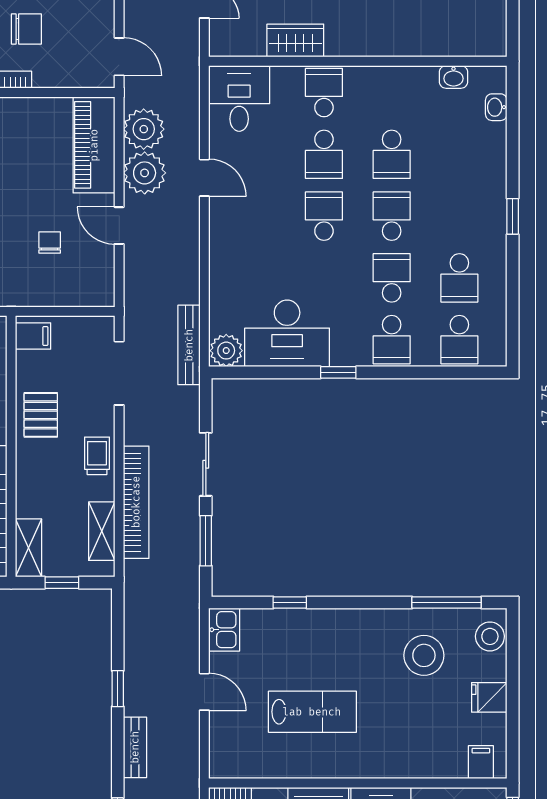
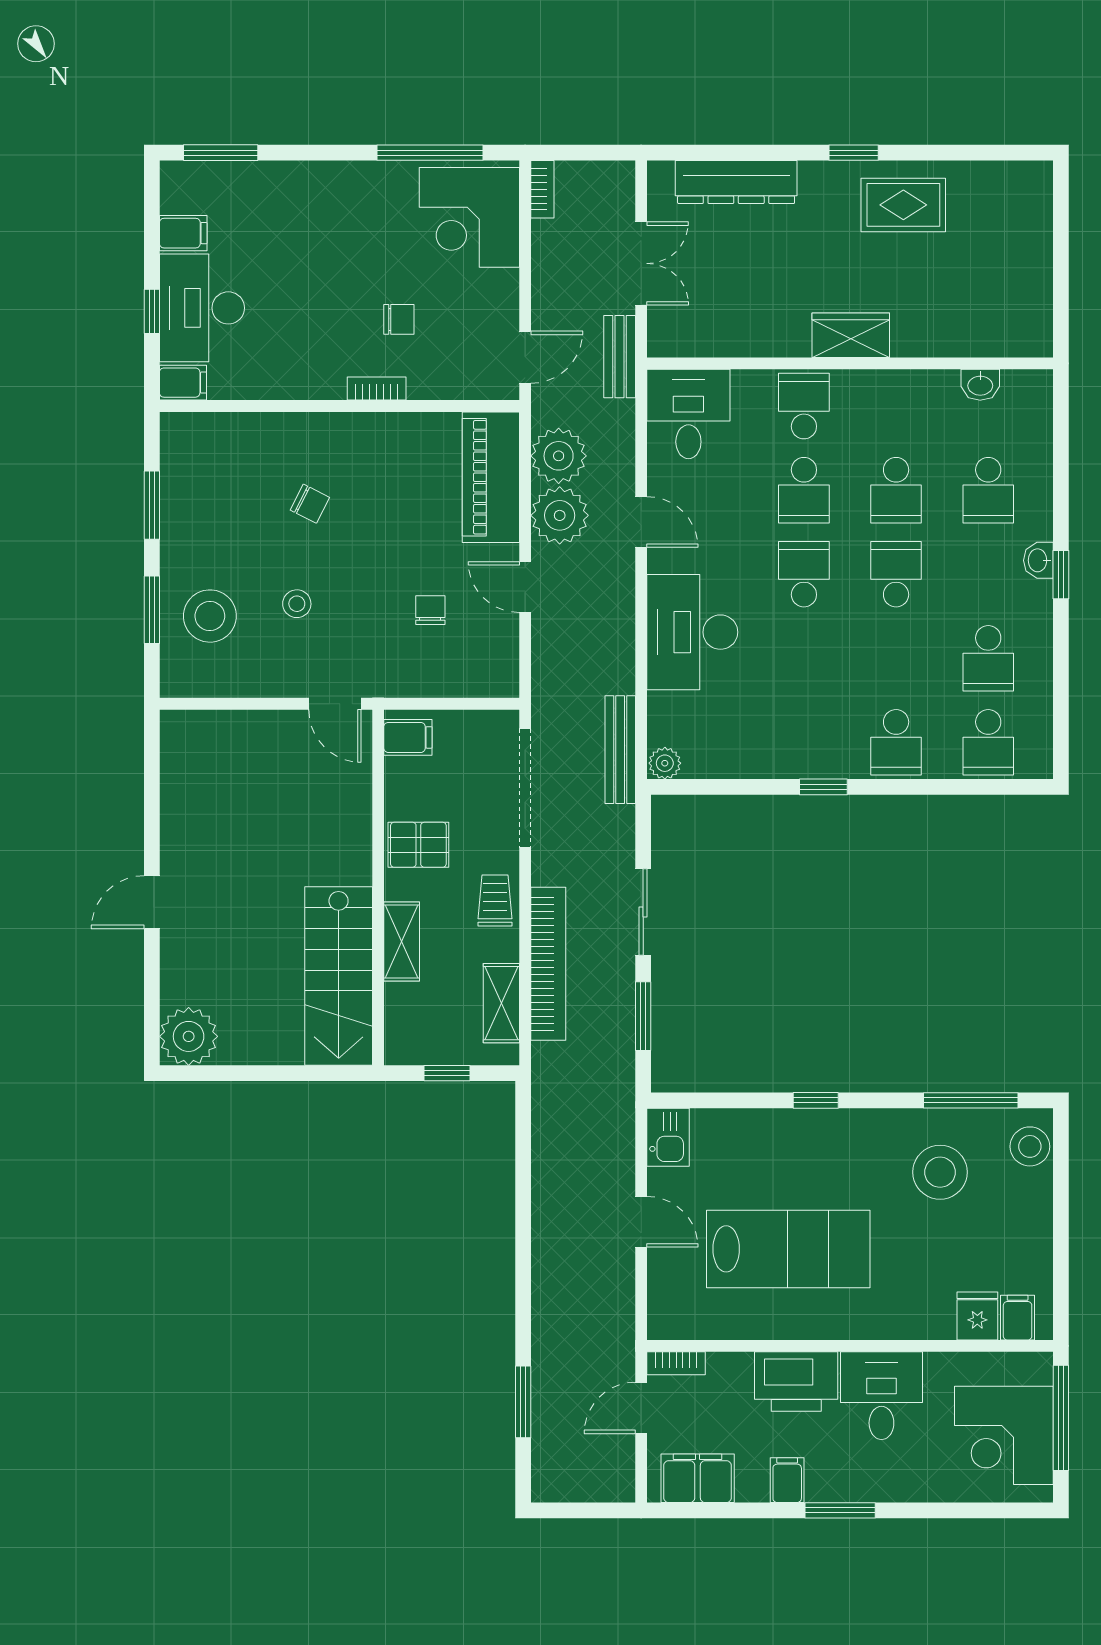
chair: (26, 29) -> (399, 319), width x0.73, depth x0.73
wardrobe: (295, 41) -> (851, 335), moved
door: (119, 57) -> (525, 357), hinge flipped
washbasin: (496, 107) -> (1038, 560), moved
school desk: (392, 278) -> (988, 490), moved, turned 180
desk: (287, 333) -> (692, 632), moved, turned 90
plant: (226, 351) -> (665, 763), width x0.73, depth x0.73
doorway: (119, 373) -> (525, 788), width x1.36
pallet: (41, 415) -> (418, 845), turned 90
shelving: (28, 548) -> (402, 941), moved
window: (290, 603) -> (816, 1100), moved
window: (118, 689) -> (523, 1217), removed
fridge: (489, 697) -> (977, 1316), moved, turned 90
lab bench: (312, 712) -> (788, 1249), width x1.36, depth x1.39
bench: (135, 747) -> (620, 357), moved

